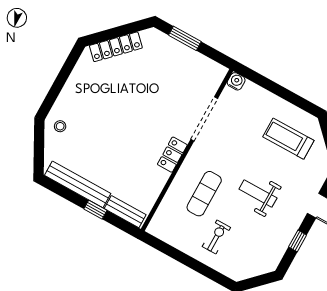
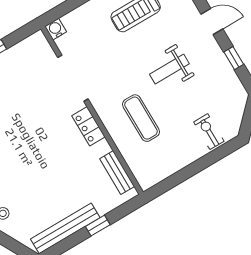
bench: (125, 212) -> (117, 173), moved, turned 90
exercise bike: (216, 237) -> (209, 132), moved

